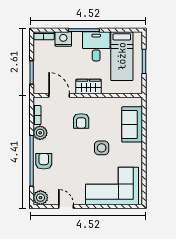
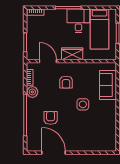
nightstand: (63, 39) -> (51, 15), removed
armchair: (44, 161) -> (51, 118), moved
corner sofa: (112, 186) -> (91, 136), removed
plant: (40, 198) -> (33, 145), removed
door: (66, 207) -> (54, 153), width x1.87

